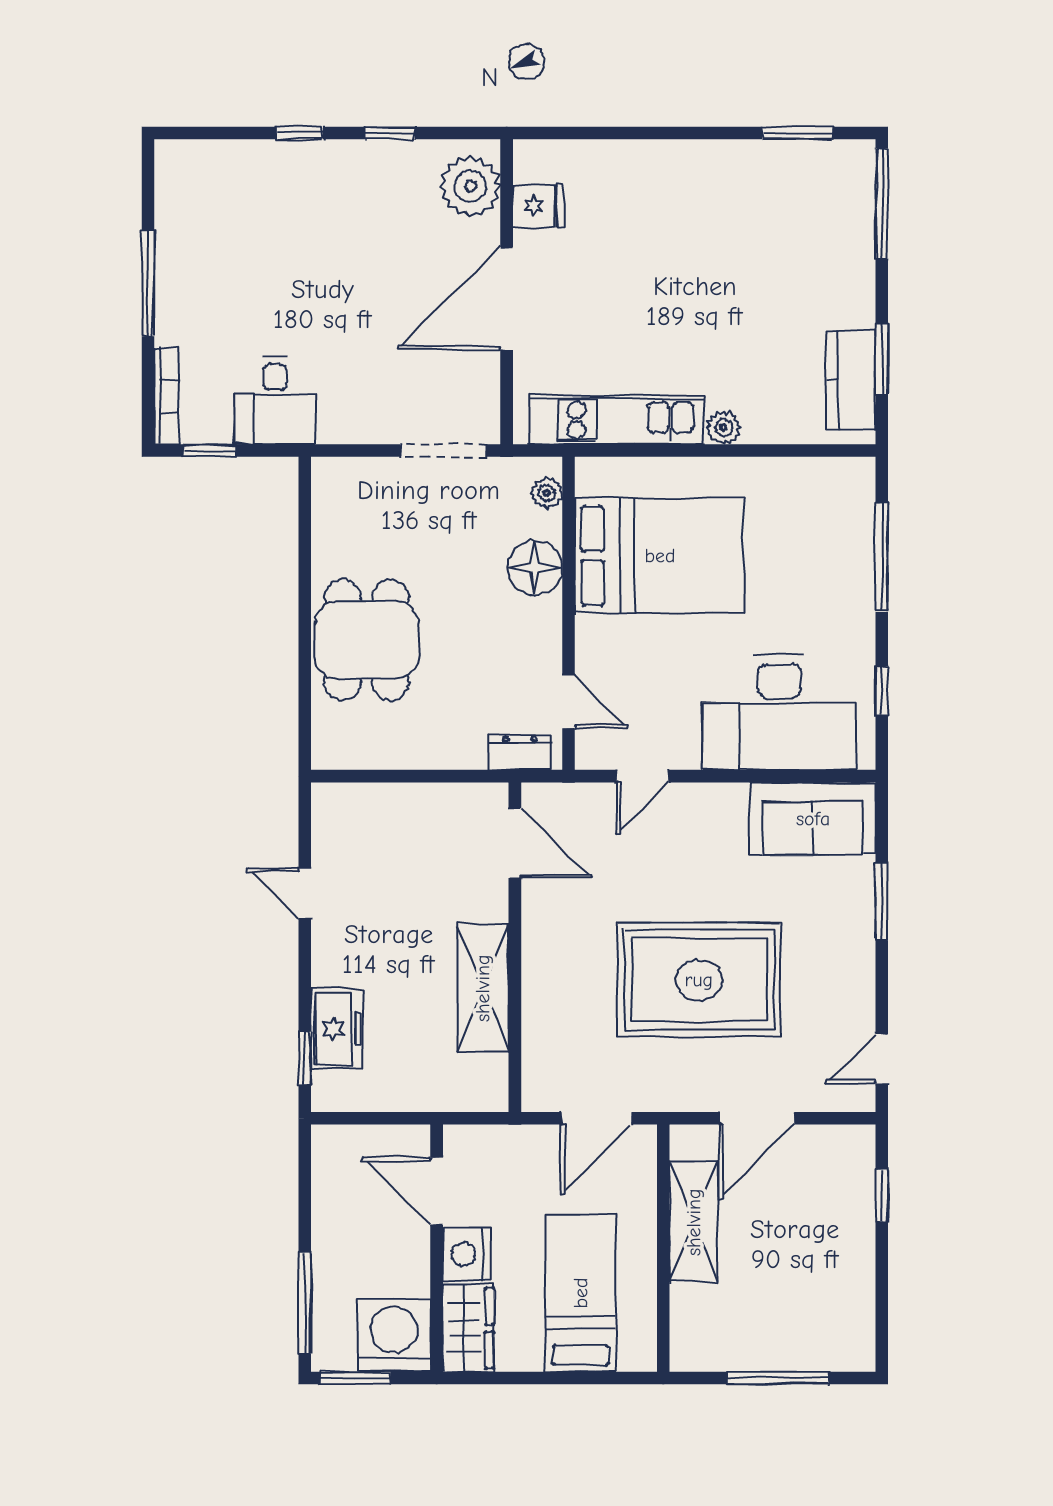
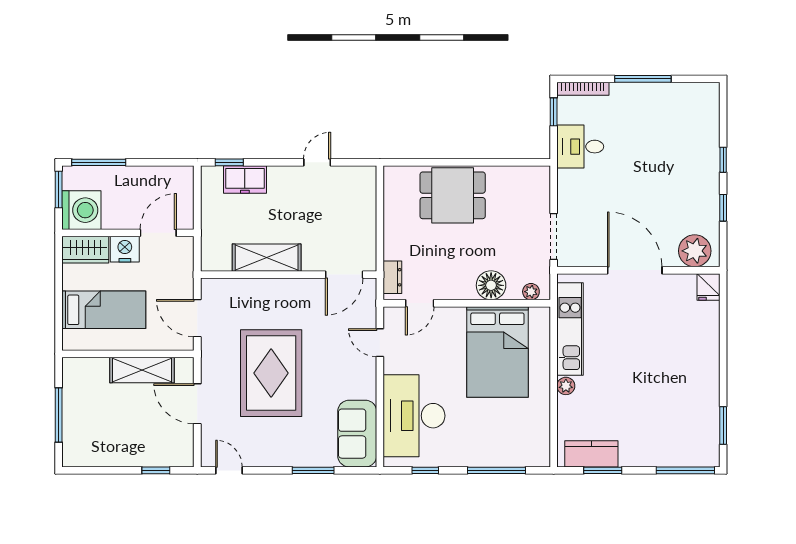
fridge: (538, 206) -> (708, 287), moved

